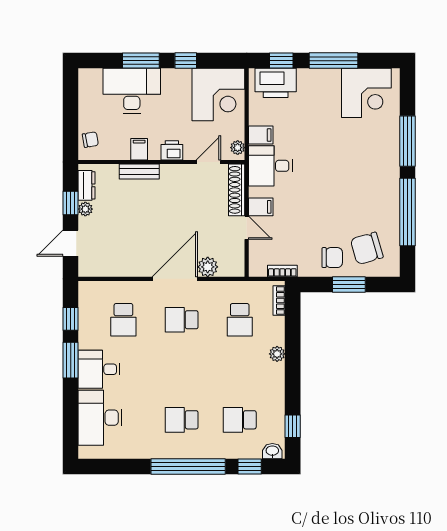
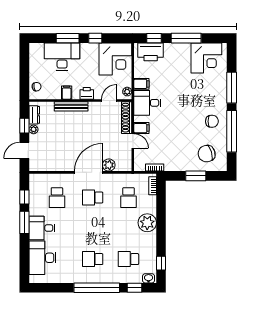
bench: (139, 172) -> (71, 106), width x1.36
chair: (332, 258) -> (212, 121), moved
plant: (277, 354) -> (147, 223), width x1.87, depth x1.87

